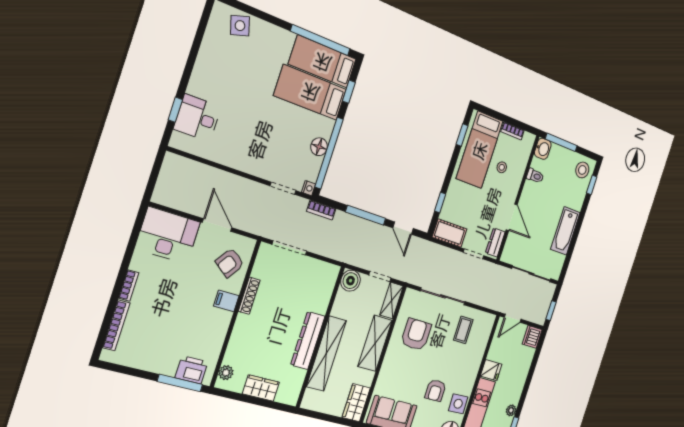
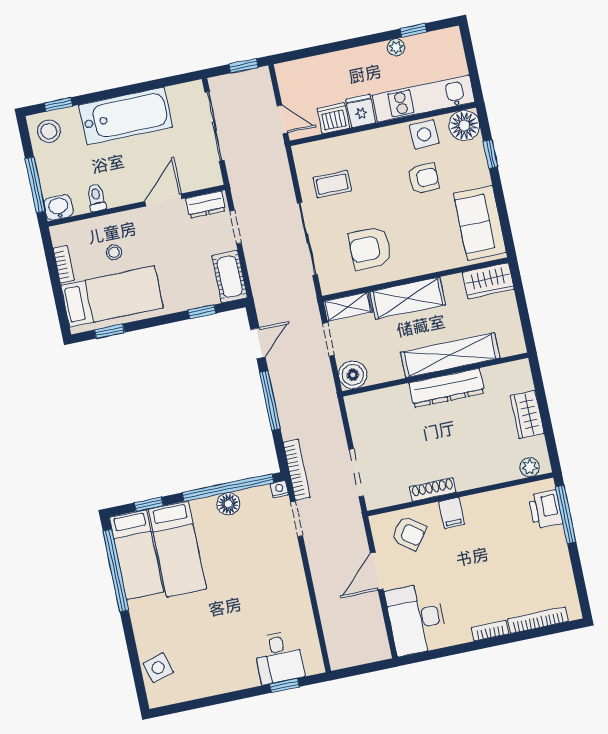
bookcase: (321, 210) -> (297, 470), width x1.56
bathtub: (565, 231) -> (126, 116), width x1.36, depth x1.36
dishwasher: (532, 337) -> (333, 118), moved, turned 180

